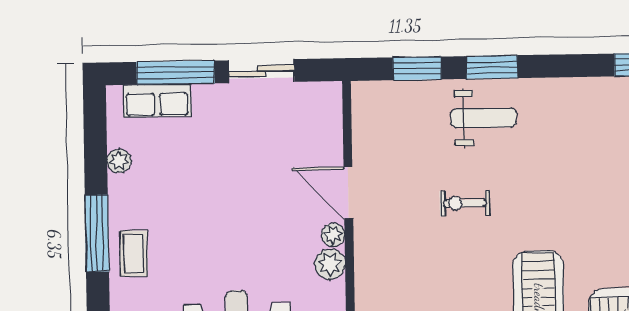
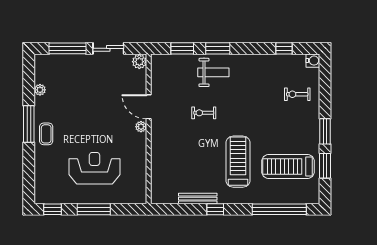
row of seats: (157, 101) -> (58, 61), removed
plant: (330, 264) -> (139, 62), moved

